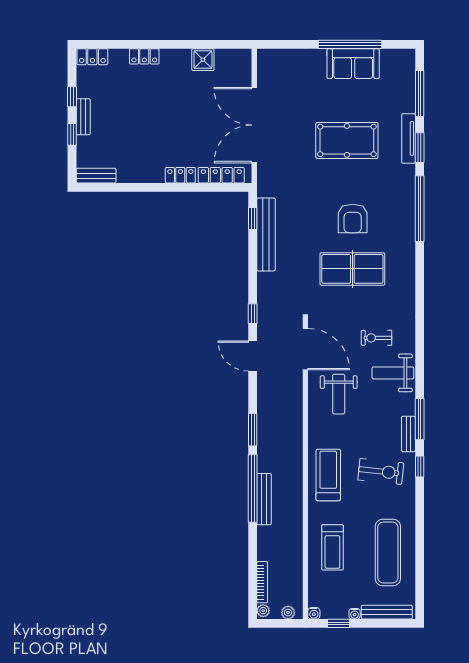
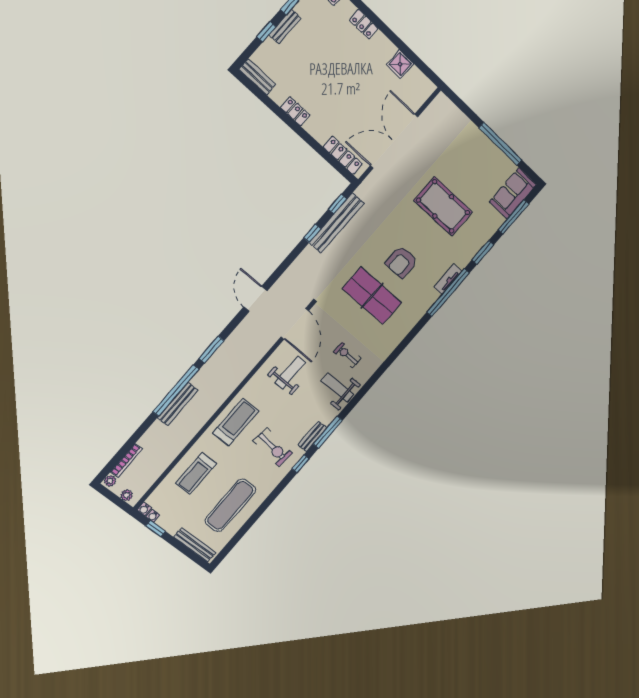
sofa: (353, 64) -> (513, 193), moved, turned 90
tv unit: (409, 138) -> (448, 279), moved, width x0.71
locker: (180, 175) -> (295, 111), moved
window: (253, 314) -> (312, 233), moved
weight bench: (339, 394) -> (290, 373), turned 180
water cooler: (355, 614) -> (153, 516), moved

